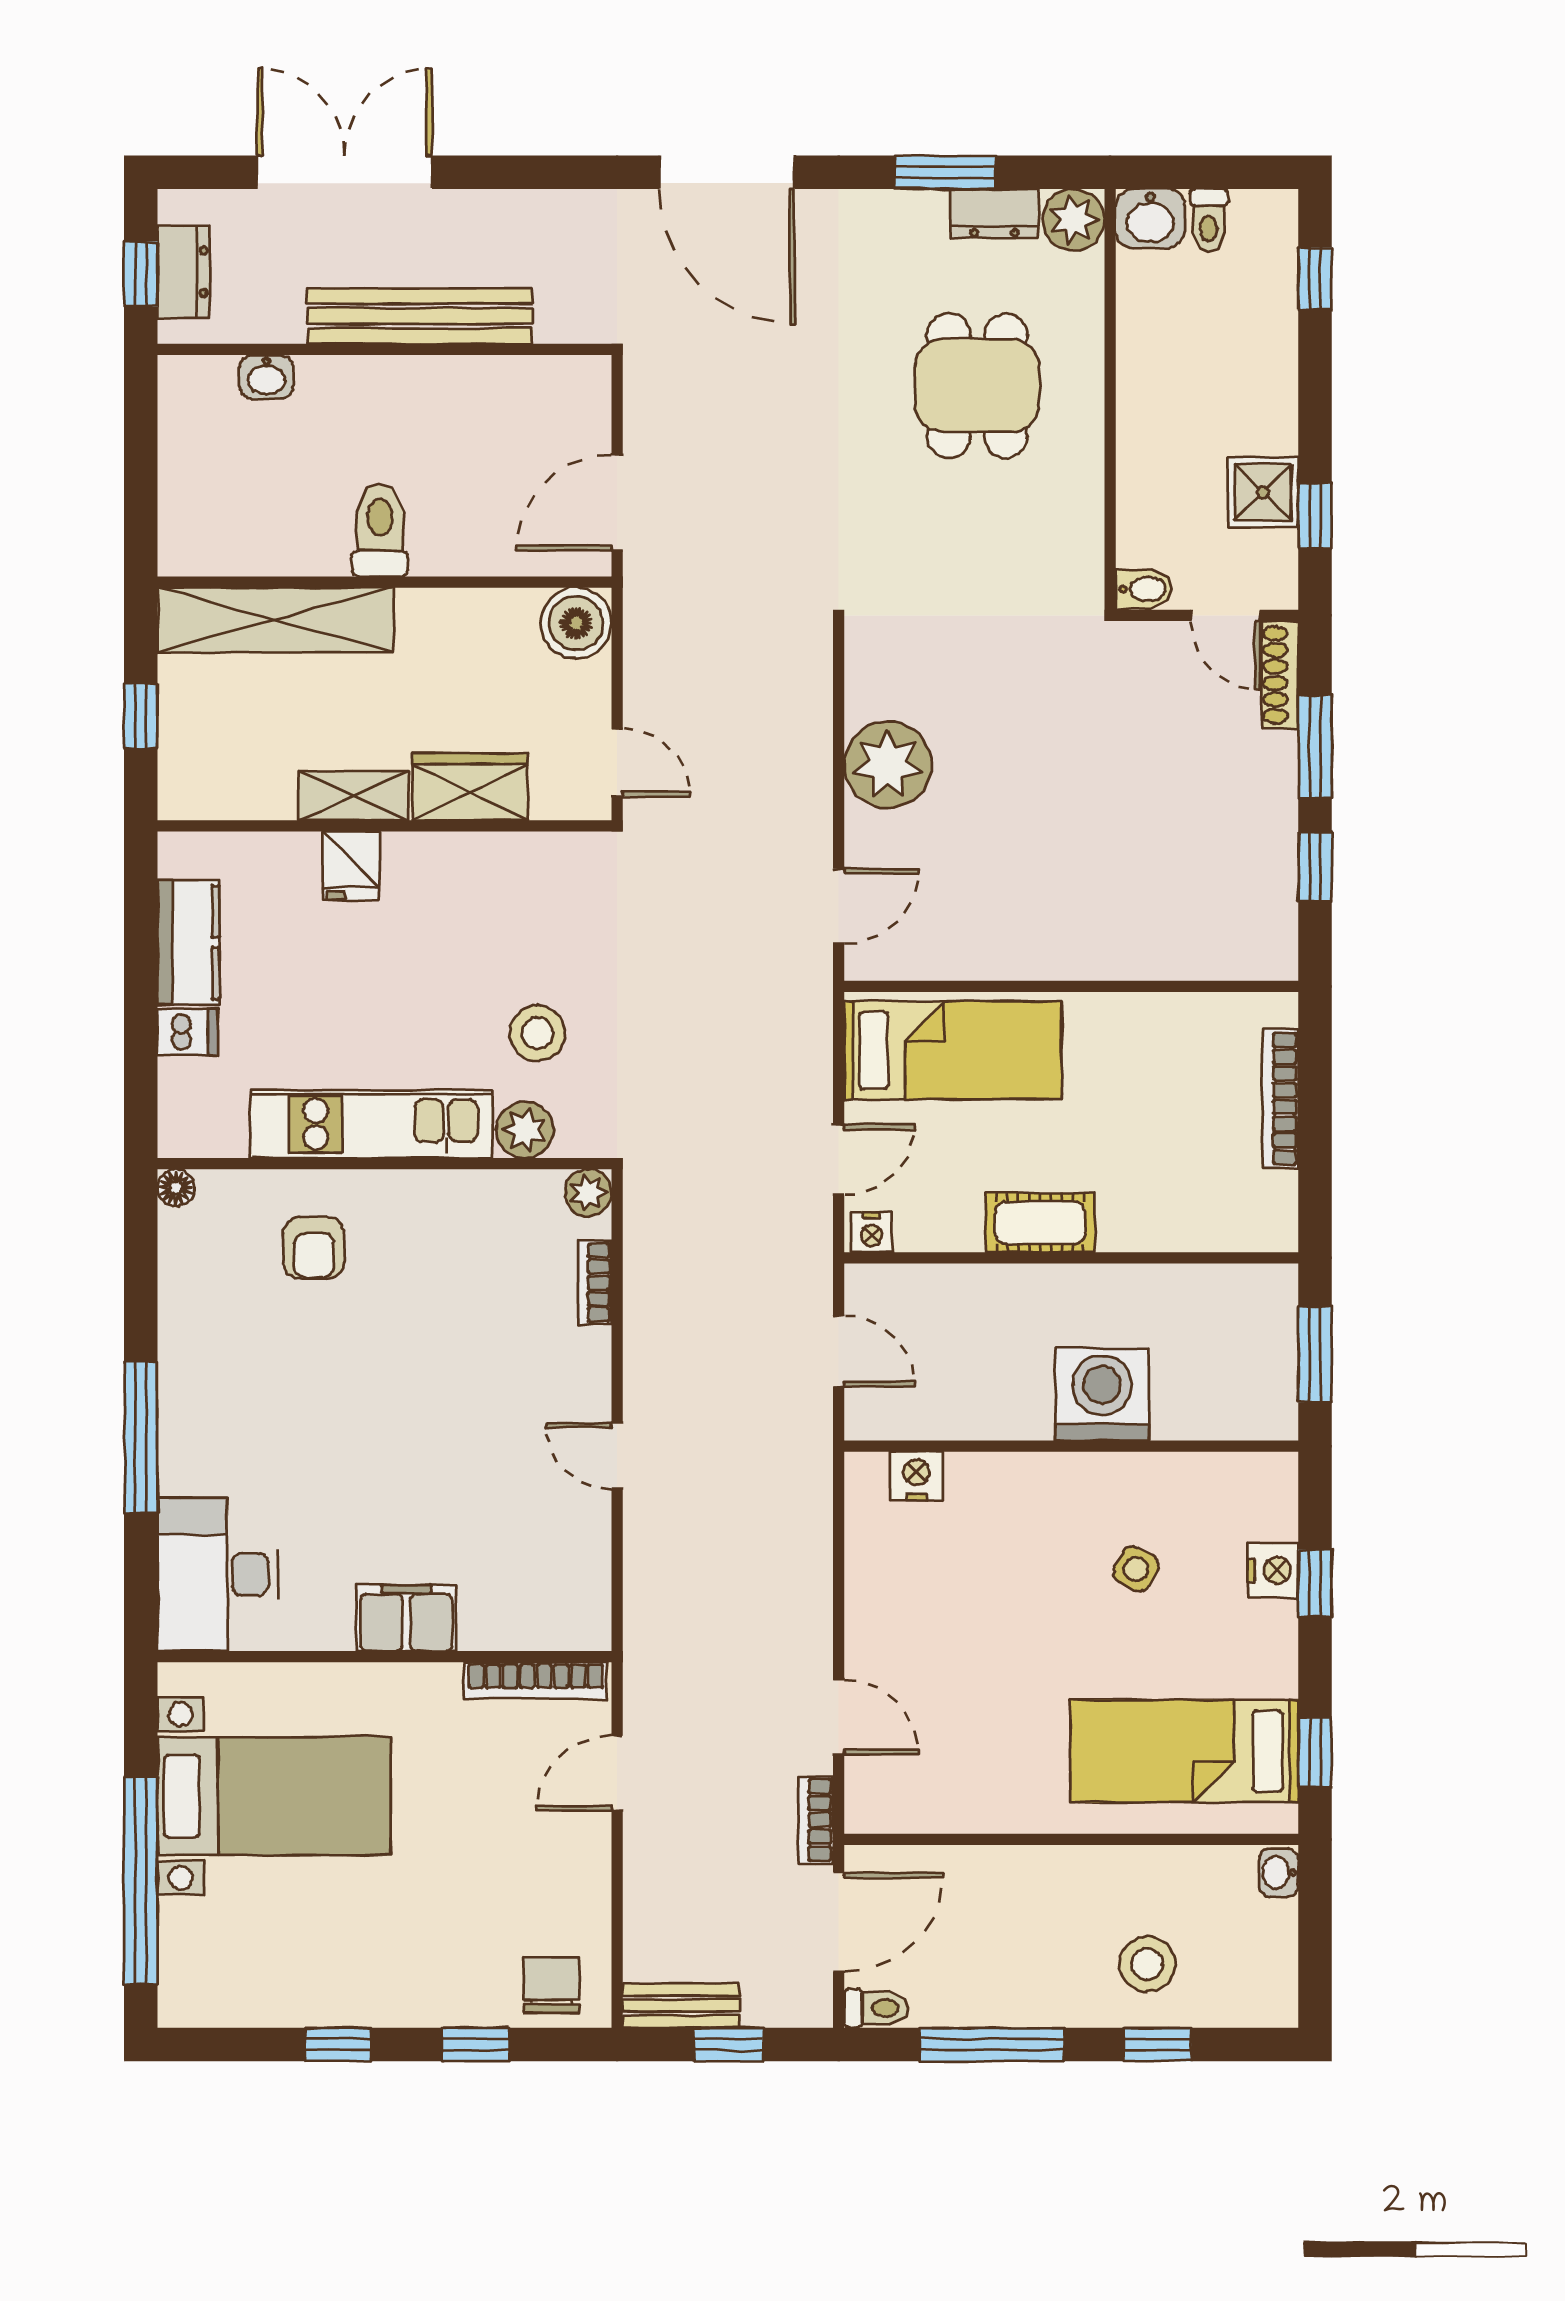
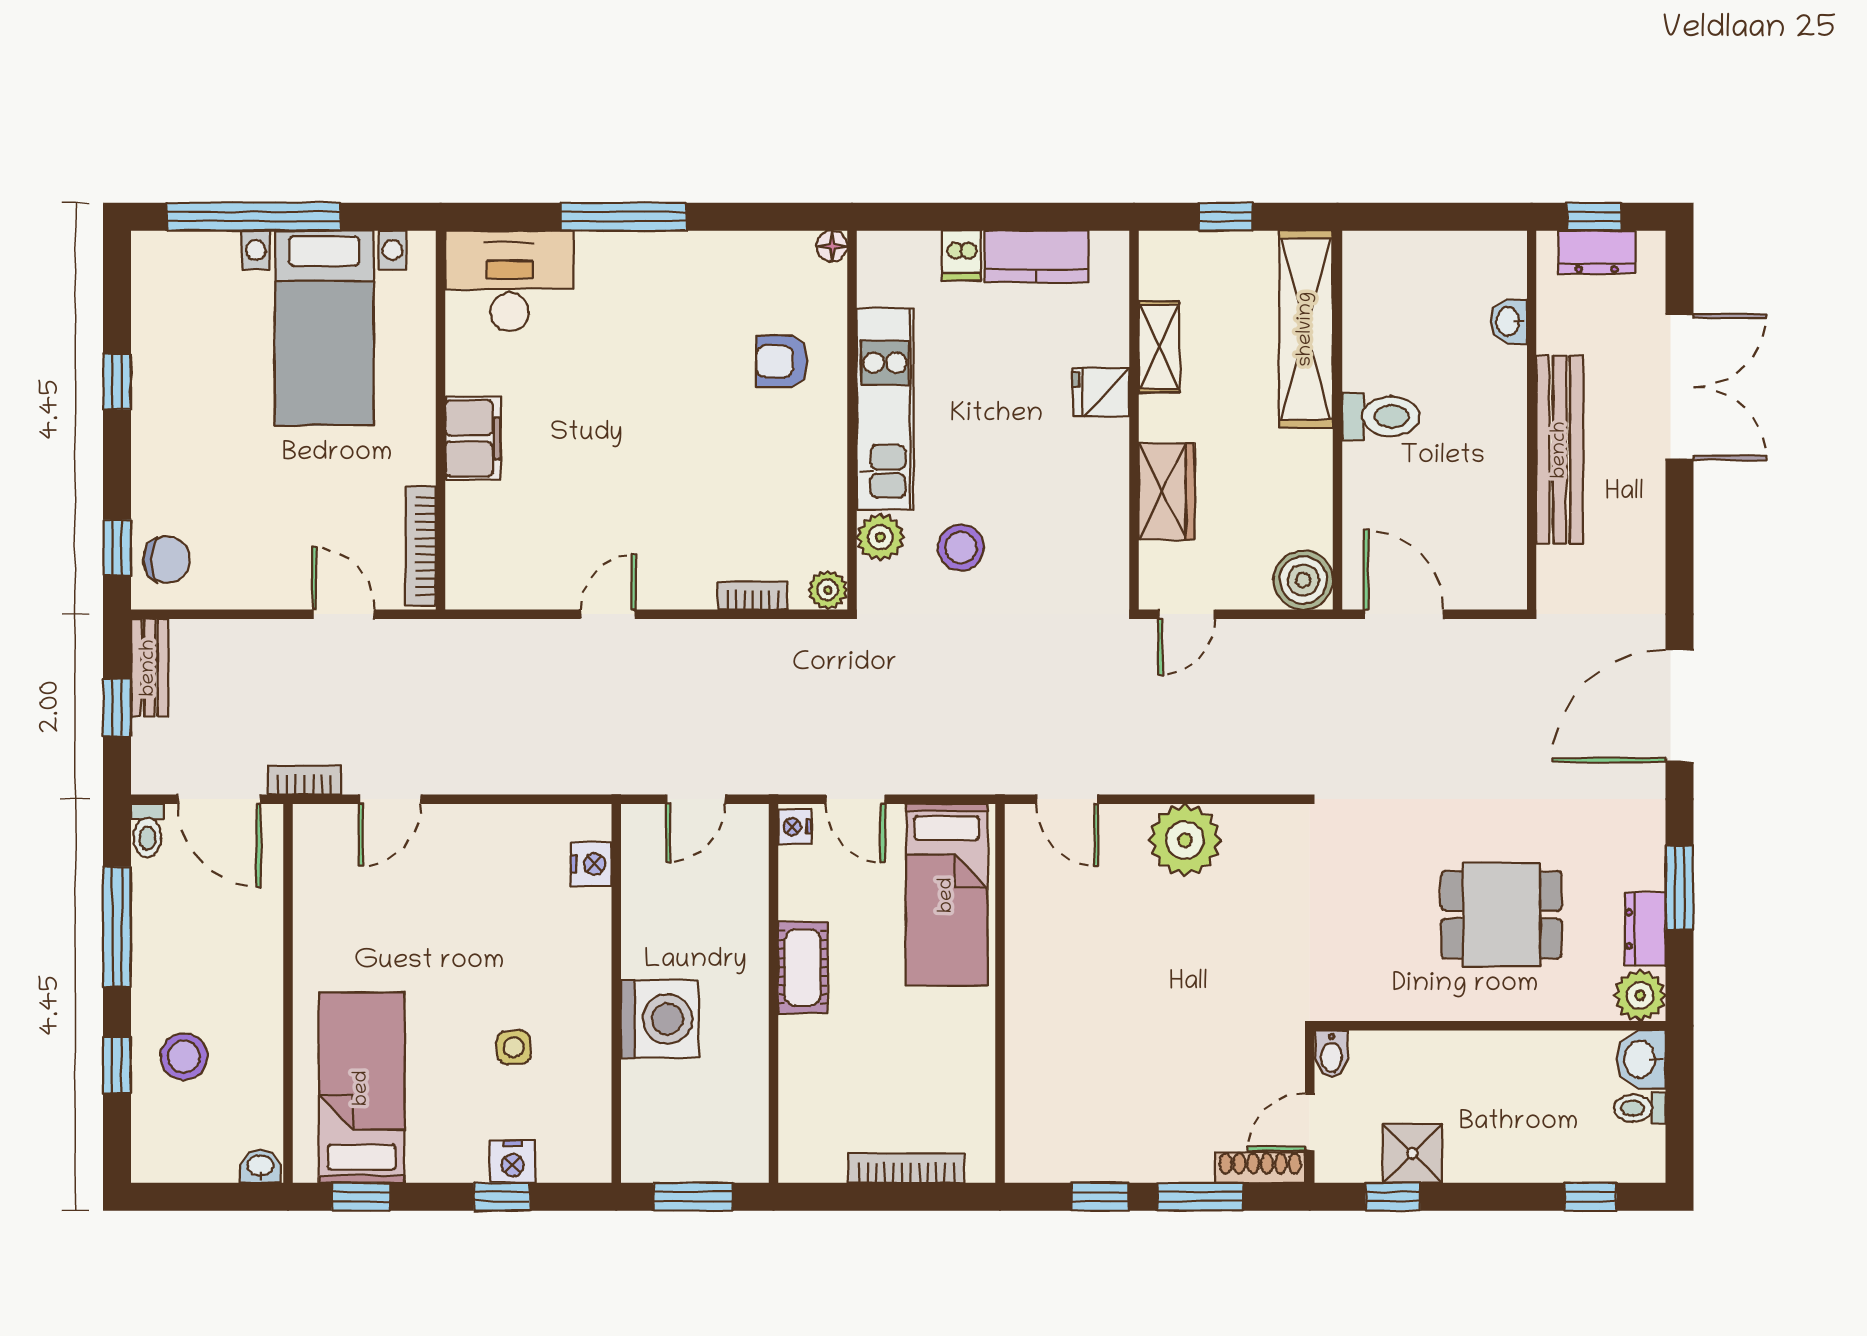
shelving: (353, 796) -> (1159, 347), moved
side table: (1136, 1569) -> (514, 1047), turned -34
window: (476, 2044) -> (117, 548), moved

